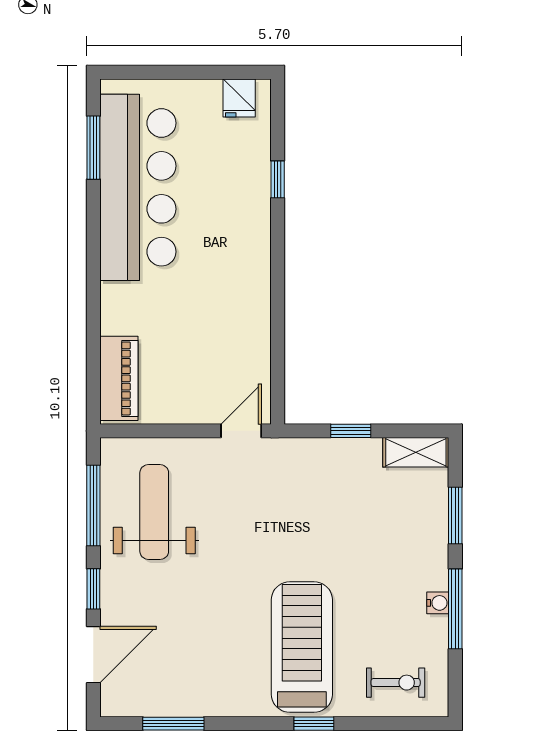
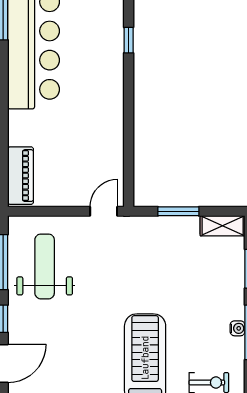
window: (351, 431) -> (178, 211), width x1.50

